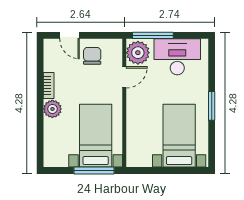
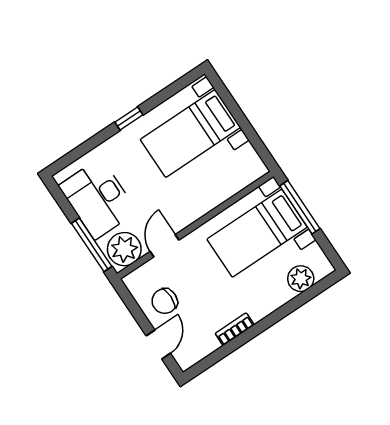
door: (124, 77) -> (164, 246), hinge flipped
window: (212, 106) -> (129, 119), width x0.67
plant: (52, 109) -> (301, 279), moved

